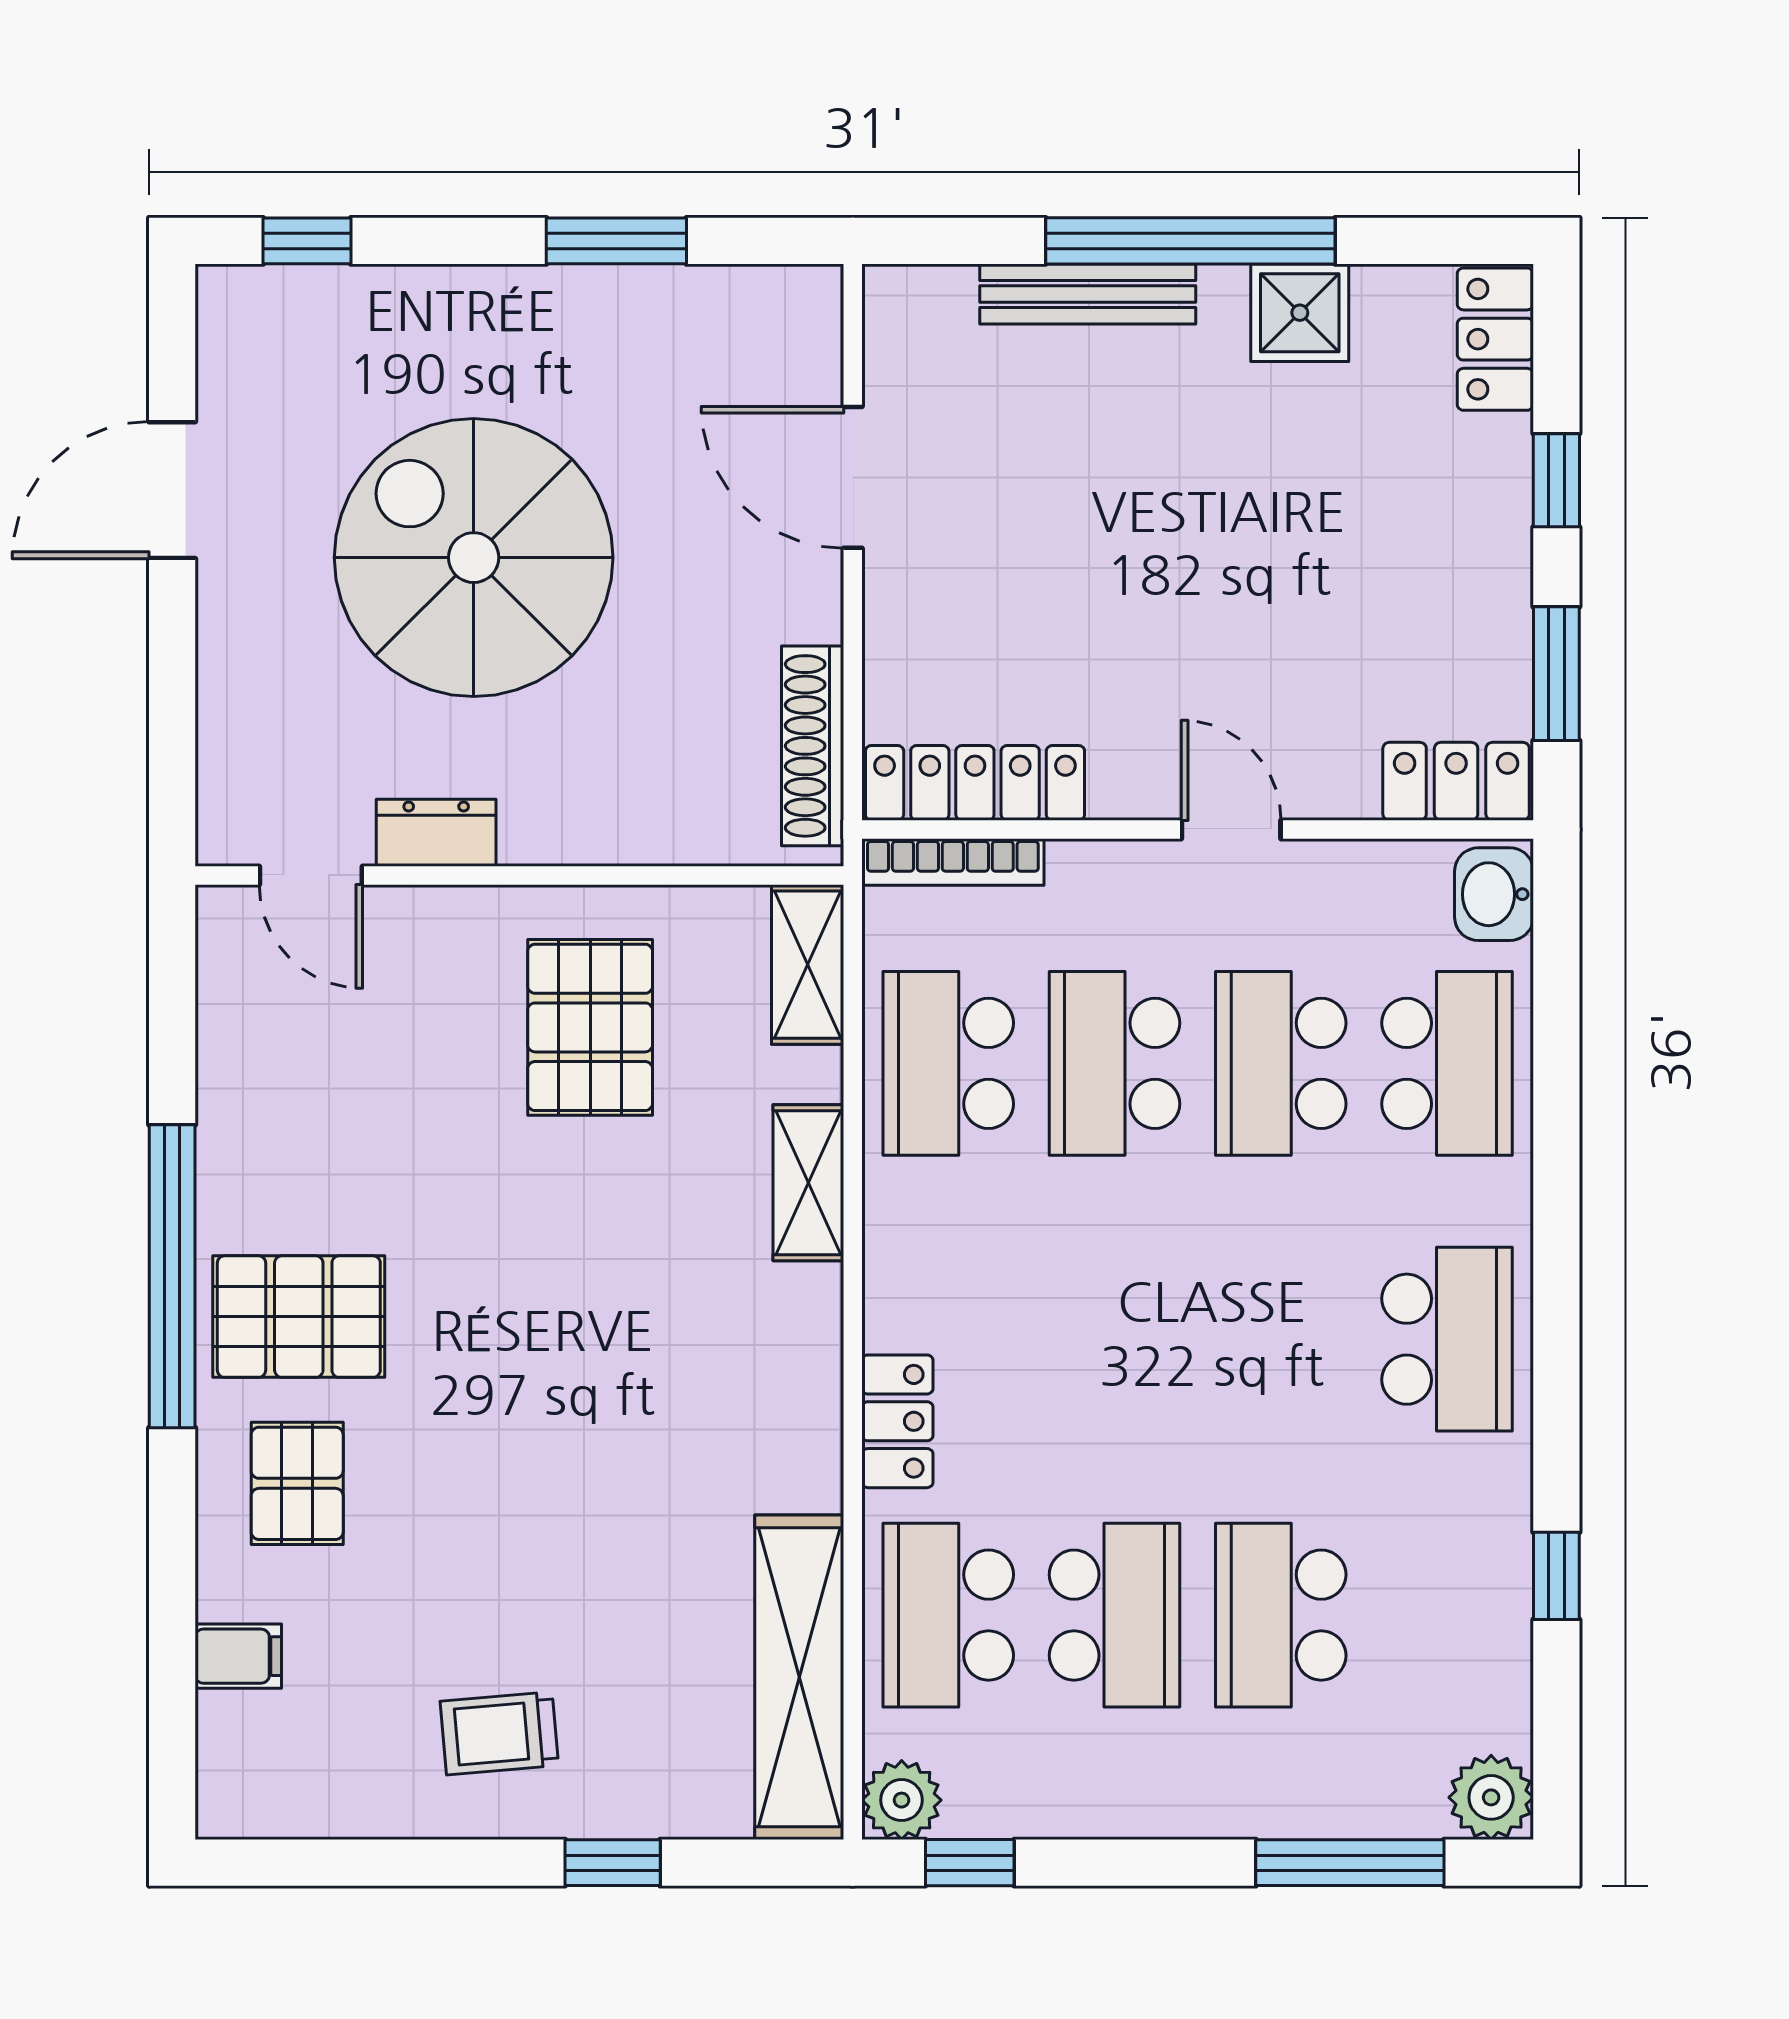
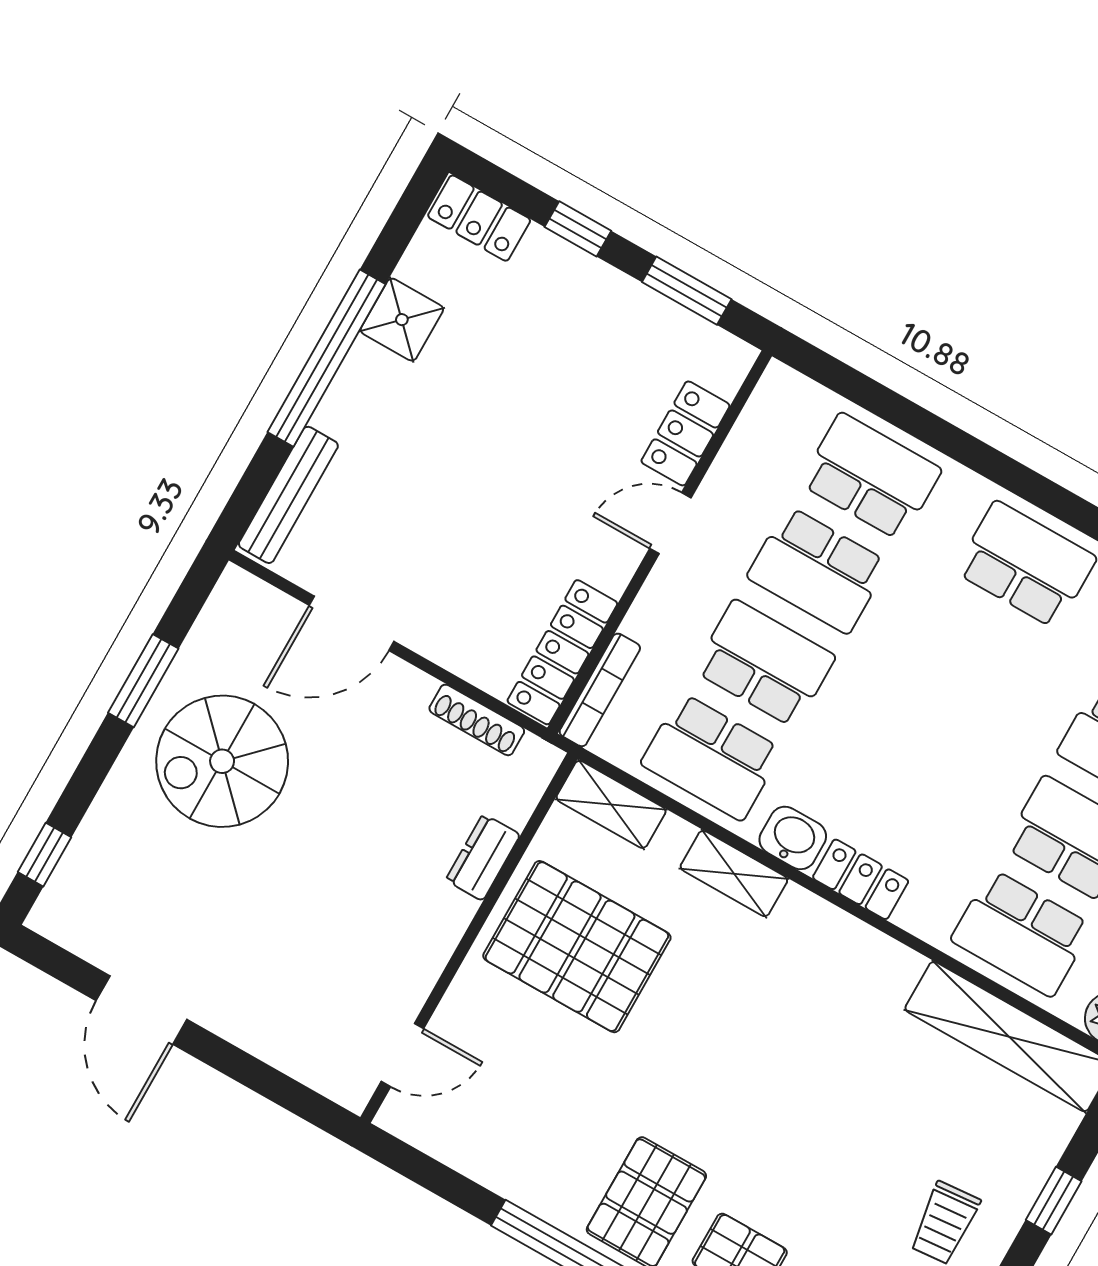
bench: (1088, 294) -> (288, 495), moved
spiral stairs: (474, 558) -> (222, 761), moved, width x0.73, depth x0.73
shoe rack: (813, 746) -> (477, 720), width x0.74, depth x0.81
locker: (1456, 781) -> (685, 433), moved
dresser: (436, 833) -> (483, 857), moved
washbasin: (1494, 894) -> (793, 838), moved, turned 180
pallet: (590, 1027) -> (577, 947), width x1.37, depth x1.41
school desk: (1114, 1063) -> (765, 663), turned 180
locker: (897, 1421) -> (861, 879), moved

